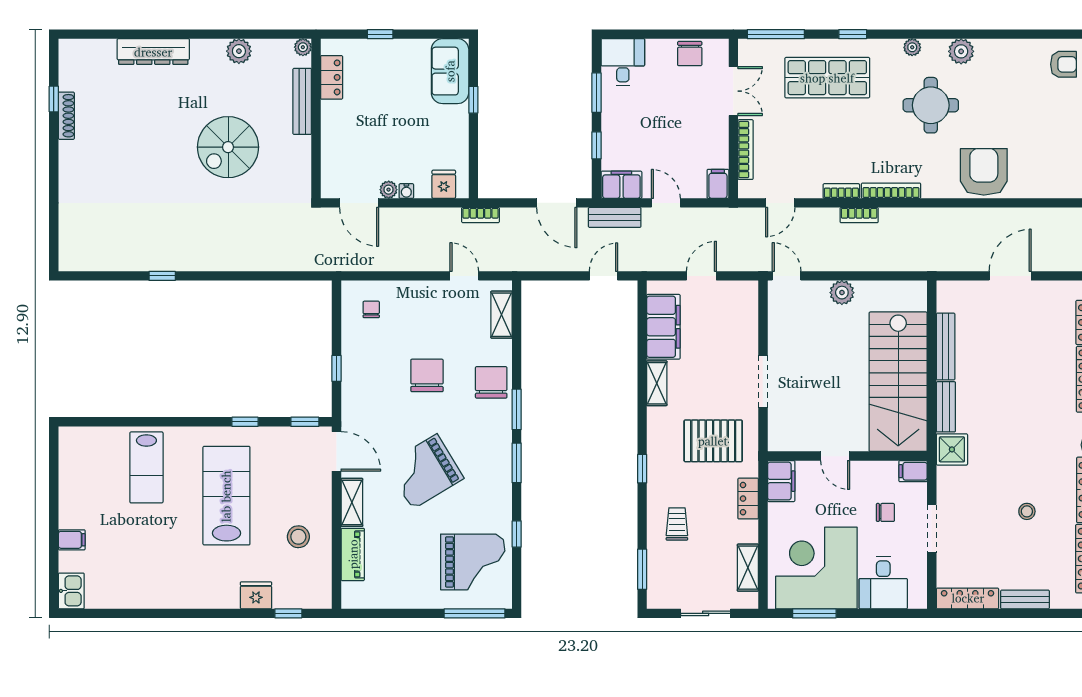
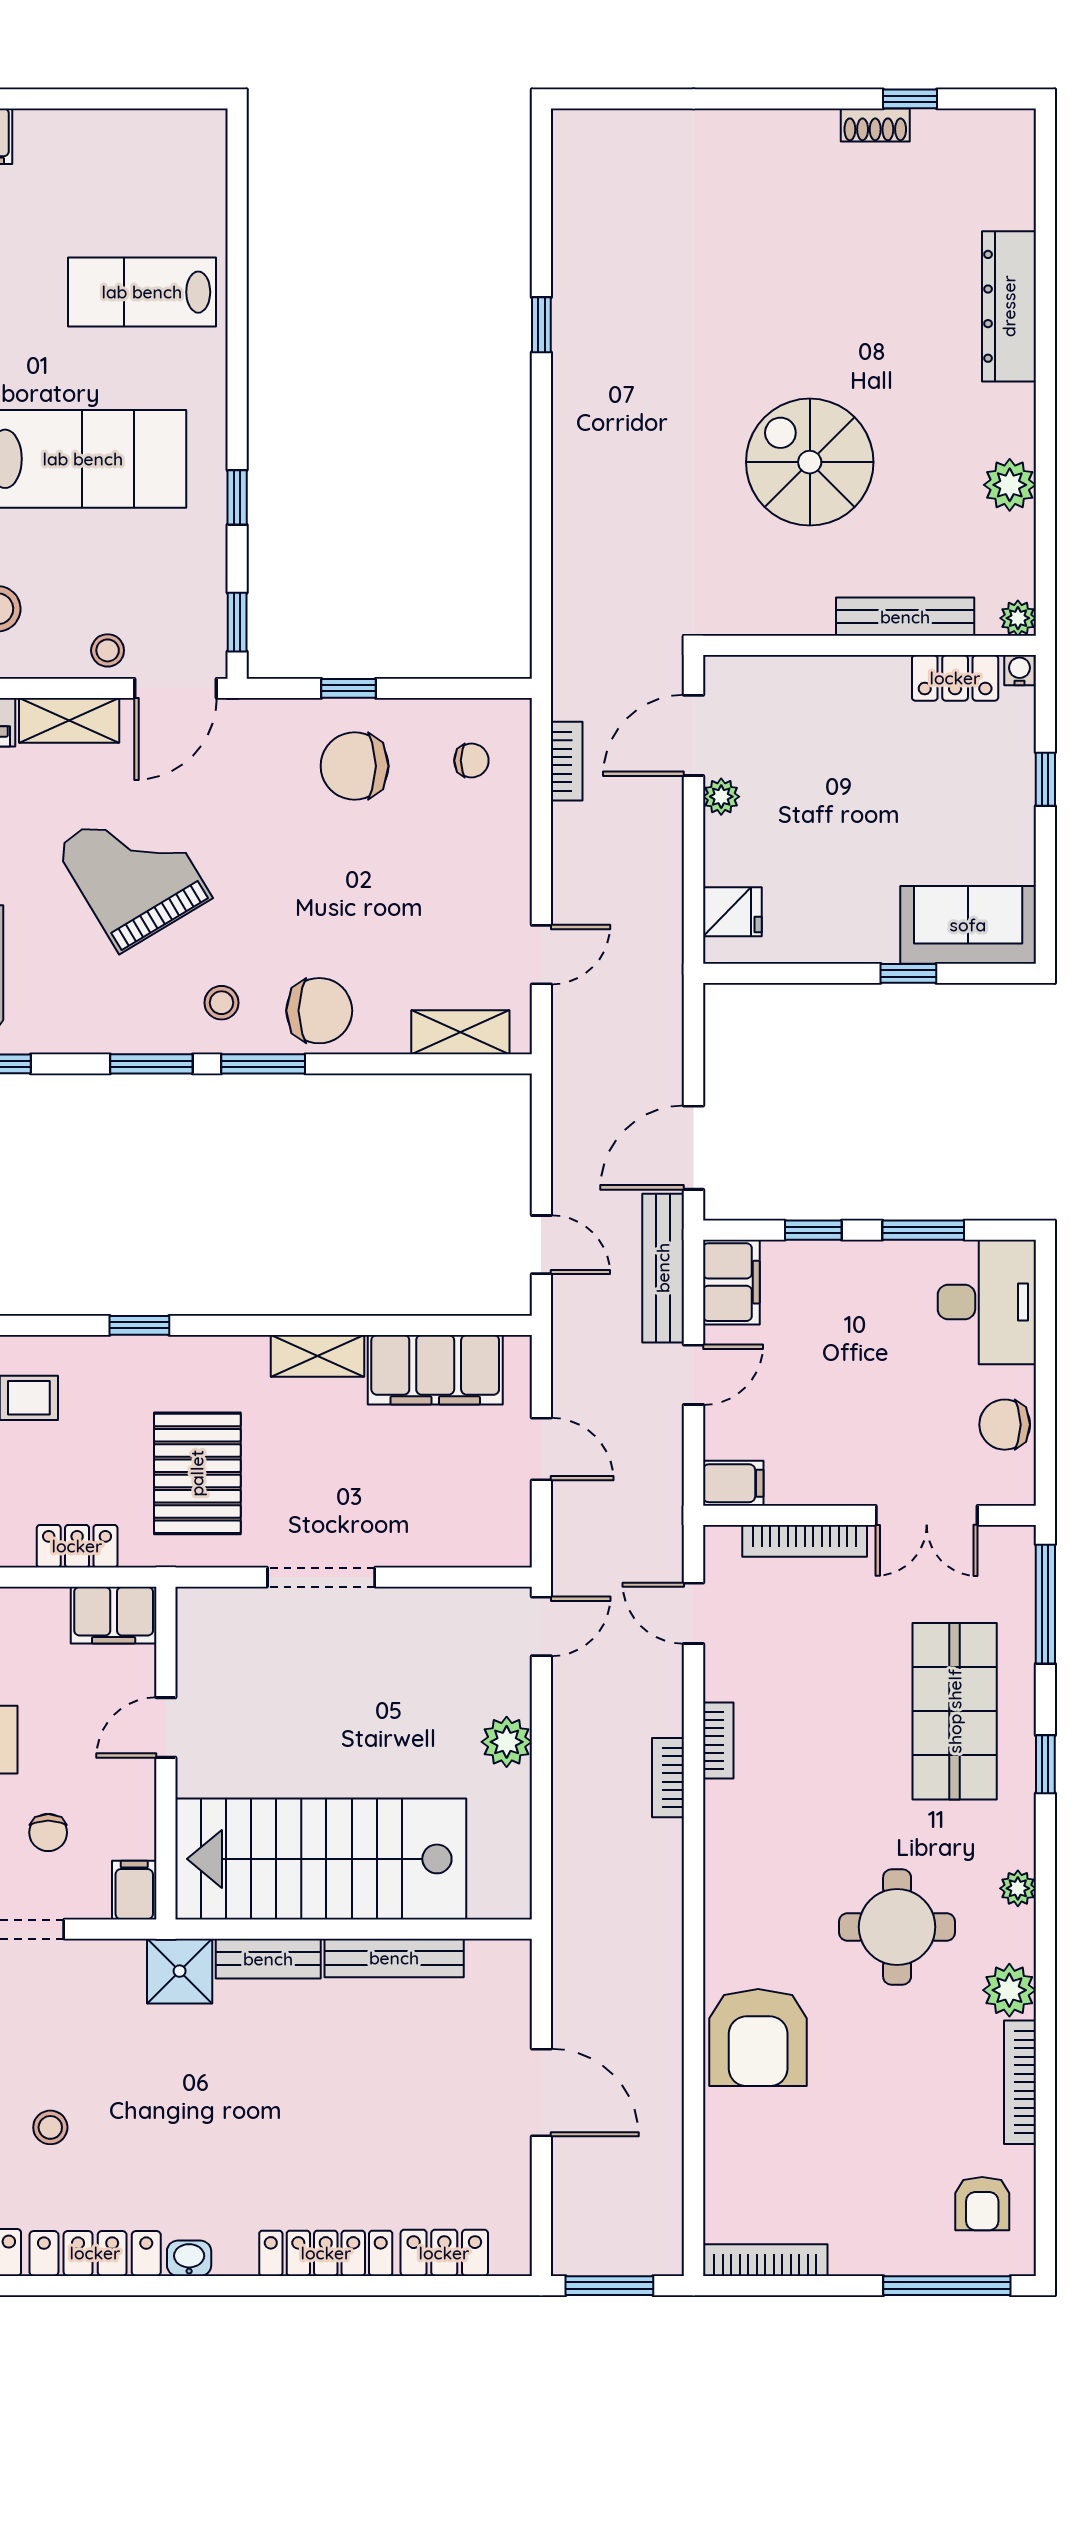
desk: (623, 62) -> (987, 1302), width x1.37
shoe rack: (66, 116) -> (875, 125), width x0.70
armchair: (984, 172) -> (758, 2038), turned 90
water cooler: (406, 191) -> (1020, 670), moved, turned 90
bookcase: (891, 191) -> (1020, 2082), moved, turned 180
bookcase: (480, 215) -> (567, 761), moved, turned 180
bench: (615, 217) -> (663, 1268), width x1.36
chair: (427, 375) -> (355, 766), moved, turned 180
stool: (487, 429) -> (221, 1003), added
stool: (318, 484) -> (108, 650), added

